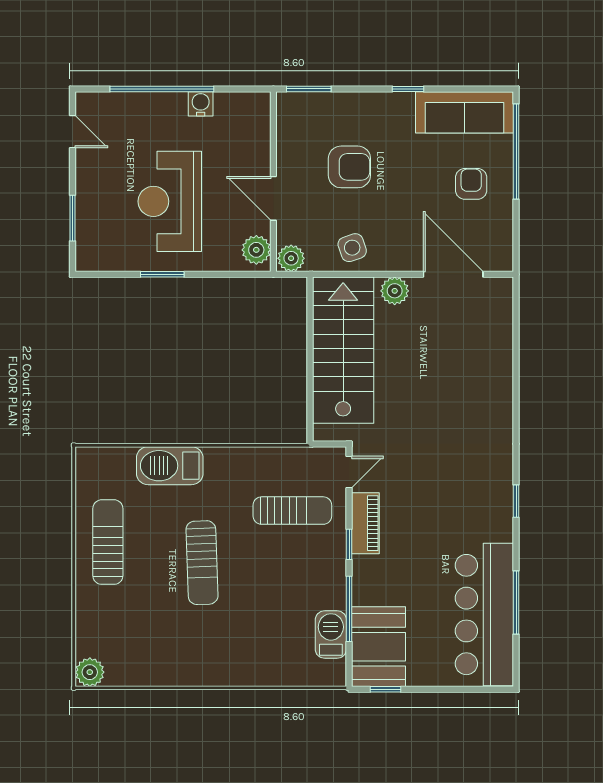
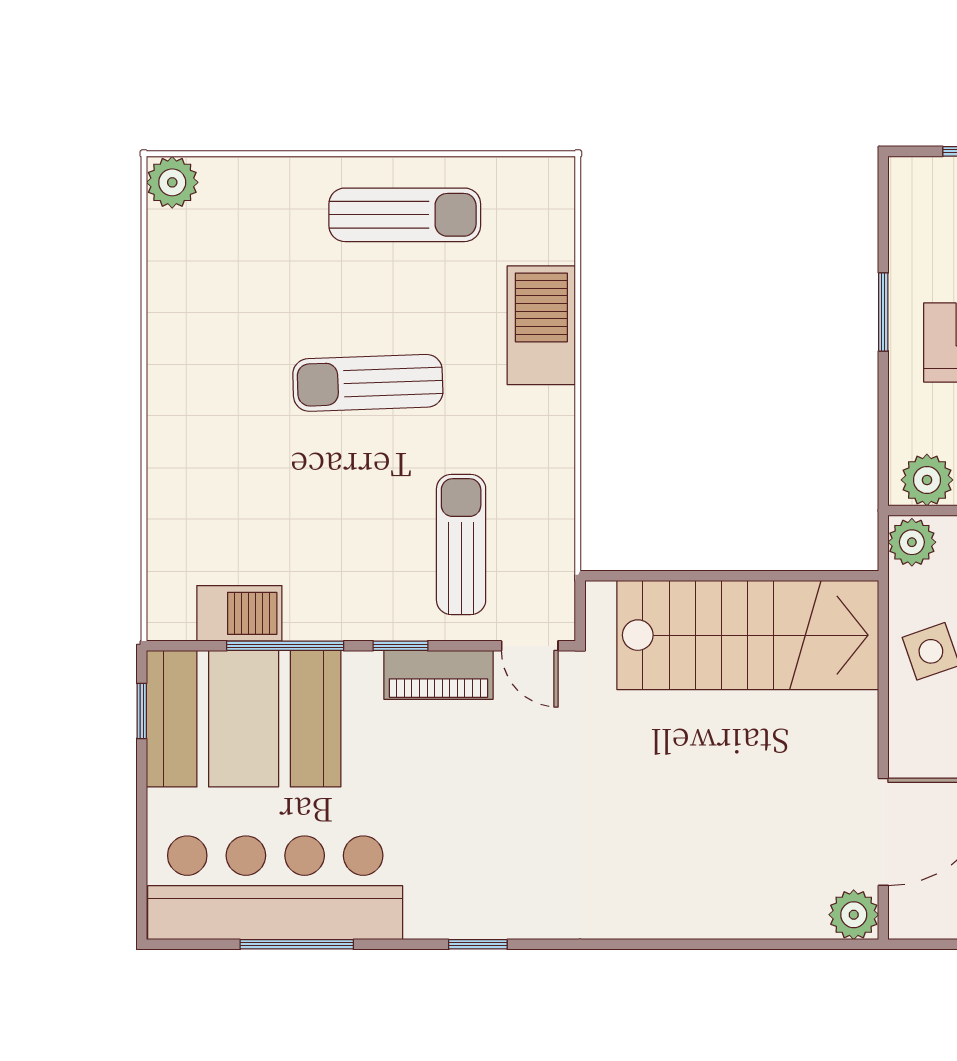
plant: (395, 291) -> (854, 915), moved
sun lounger: (292, 511) -> (461, 545), turned 180
booth: (378, 647) -> (244, 719), width x1.36, depth x1.42

